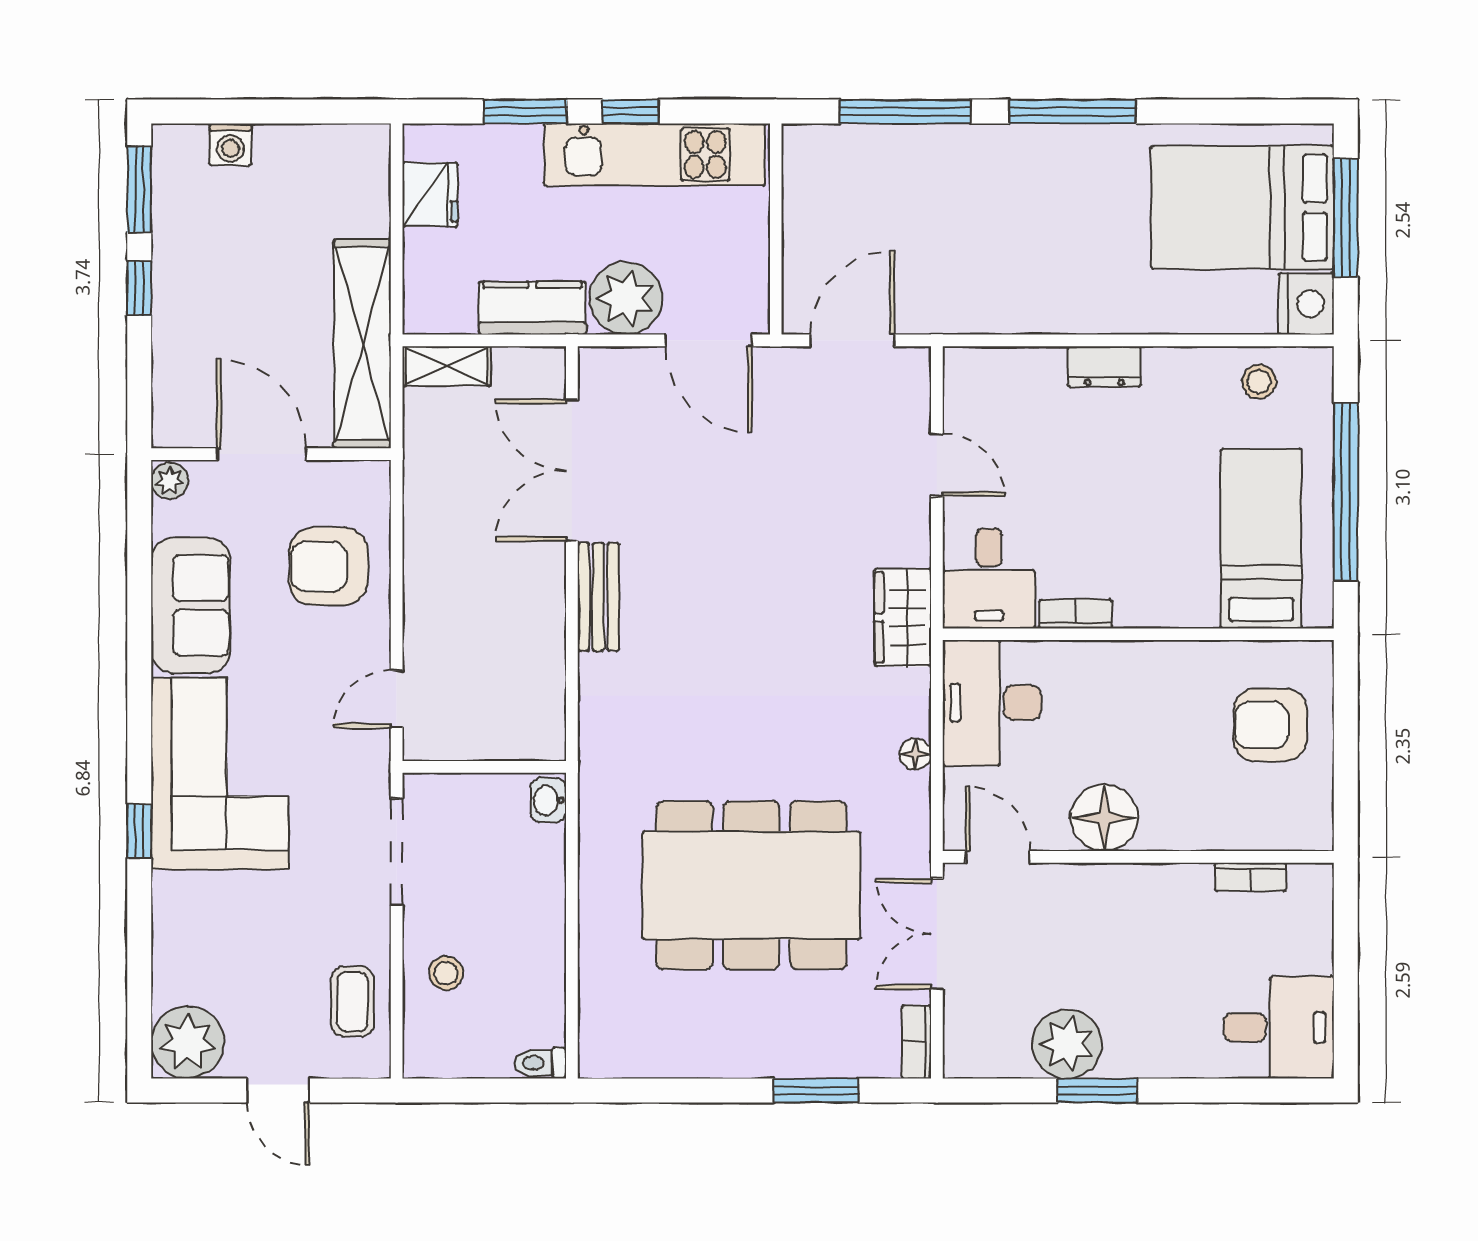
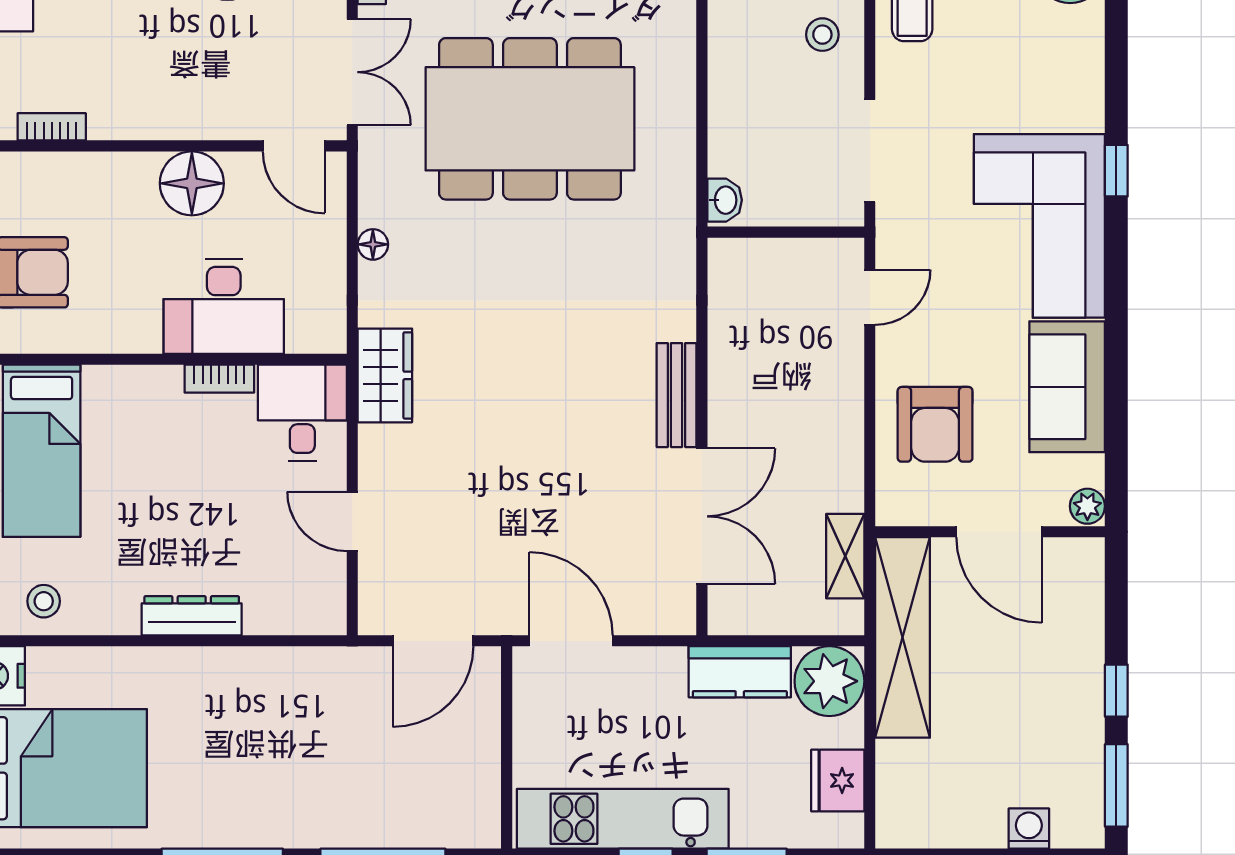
plant: (626, 298) -> (829, 681), moved
shelving: (446, 366) -> (845, 556), moved, turned 90
dresser: (1104, 366) -> (192, 616), width x1.44
armchair: (328, 566) -> (935, 424), turned 90
desk: (992, 703) -> (224, 307), moved, turned 90

